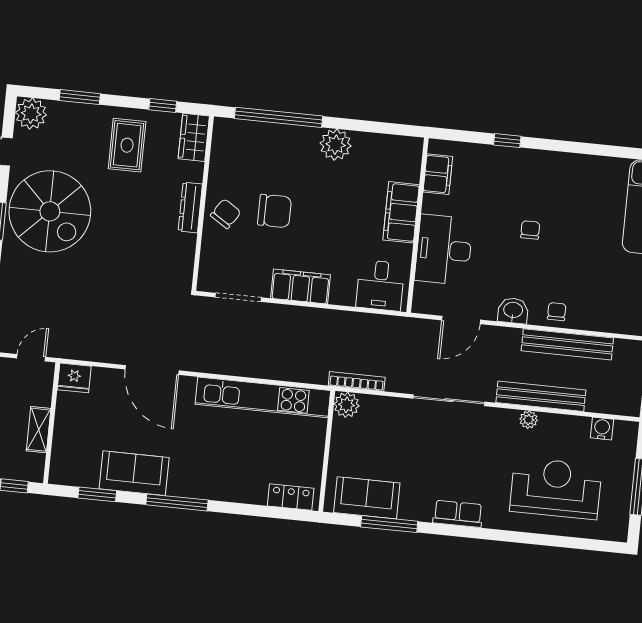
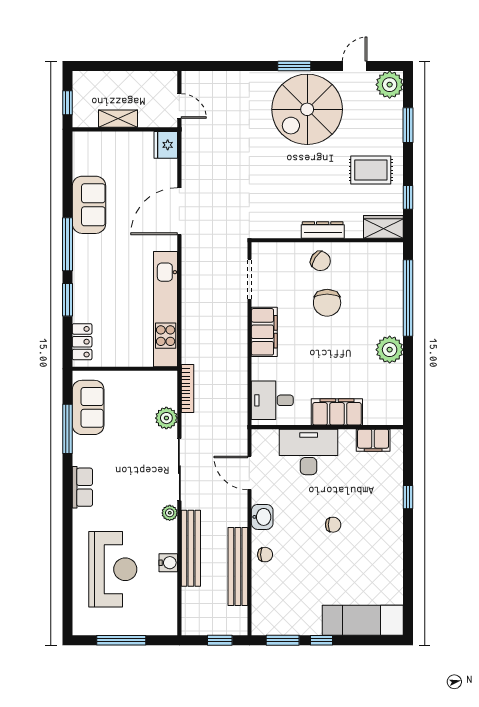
plant: (347, 405) -> (166, 418), moved
plant: (529, 420) -> (170, 513), moved
water cooler: (602, 429) -> (168, 563), moved
window: (97, 494) -> (68, 300), moved

